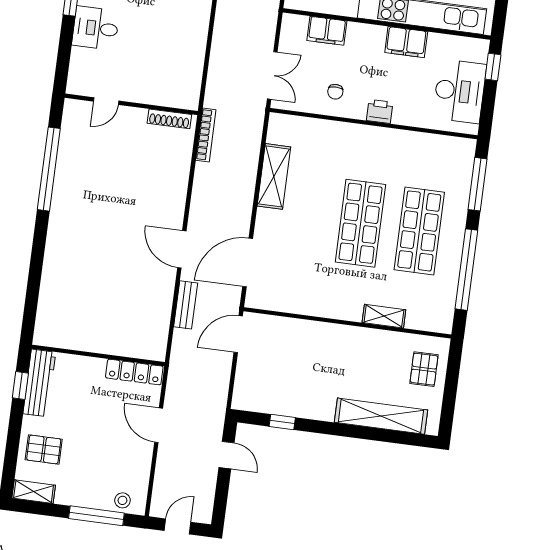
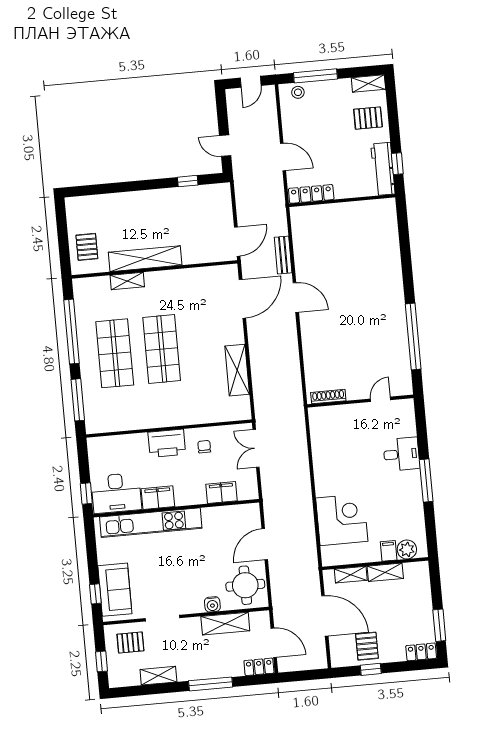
desk: (460, 91) -> (116, 493), moved, turned -90
printer: (380, 111) -> (167, 443), width x1.87, depth x1.48
bookcase: (206, 135) -> (297, 390), removed
shelving: (381, 416) -> (145, 259), moved

